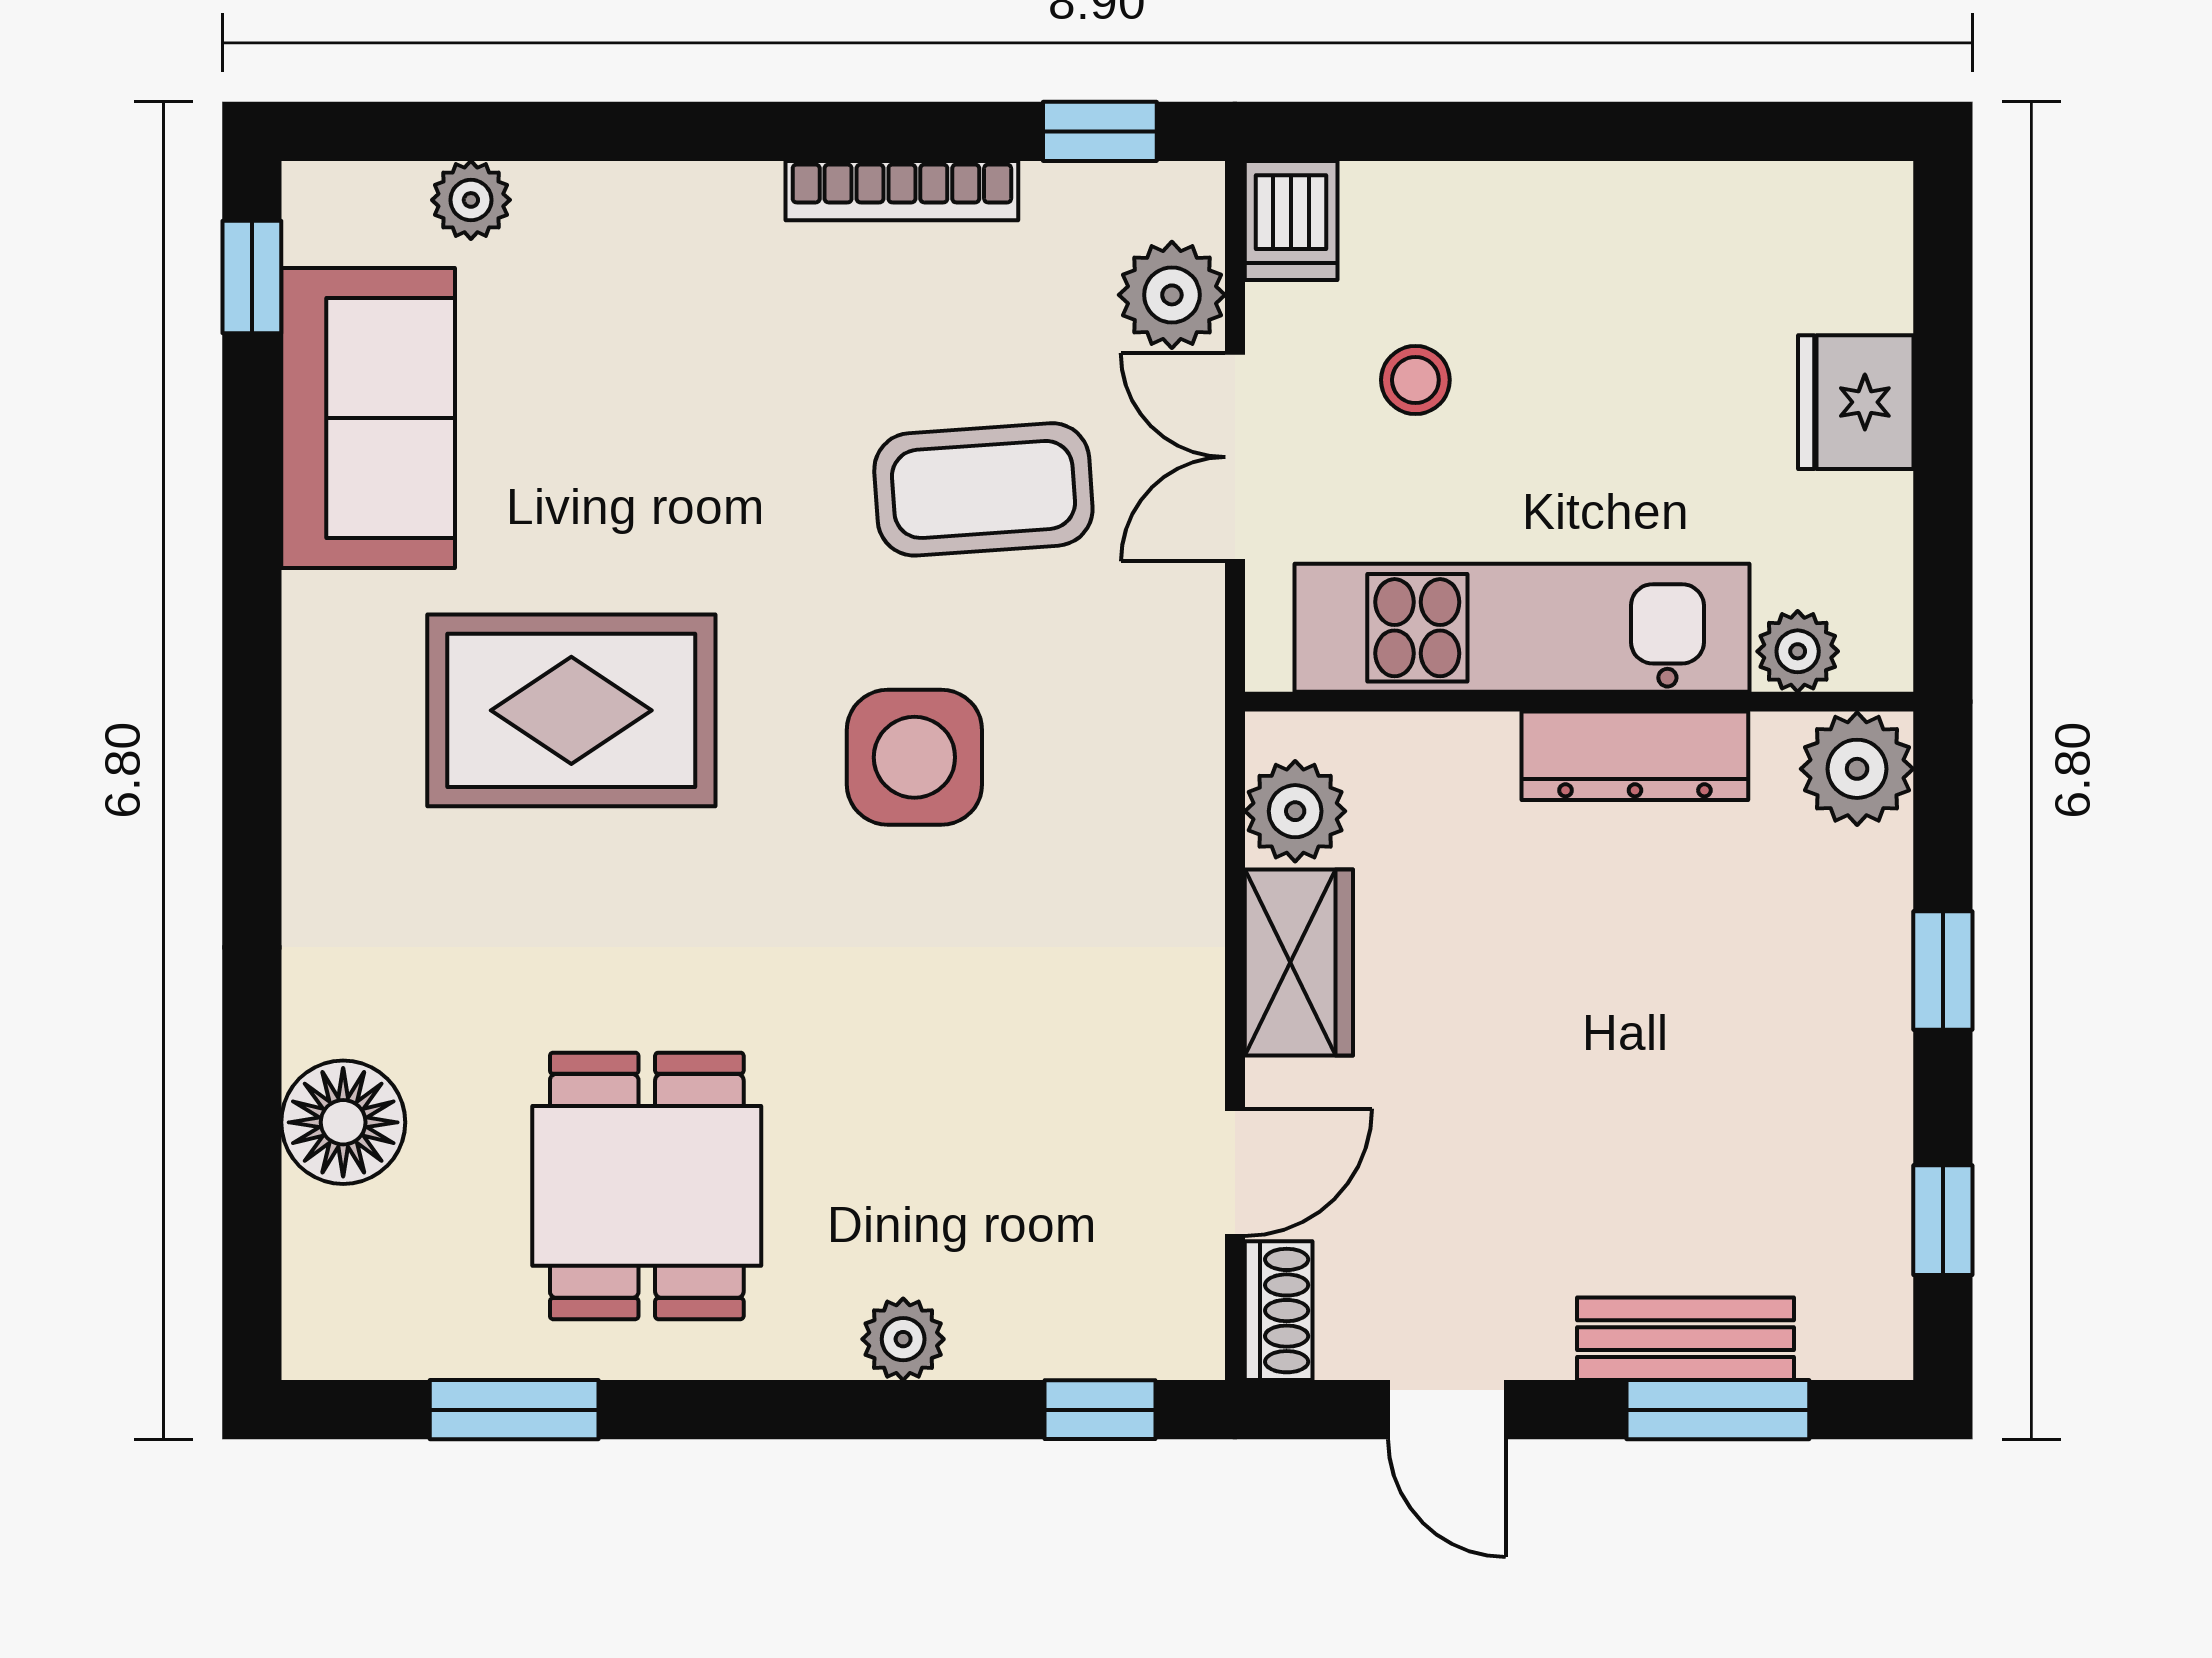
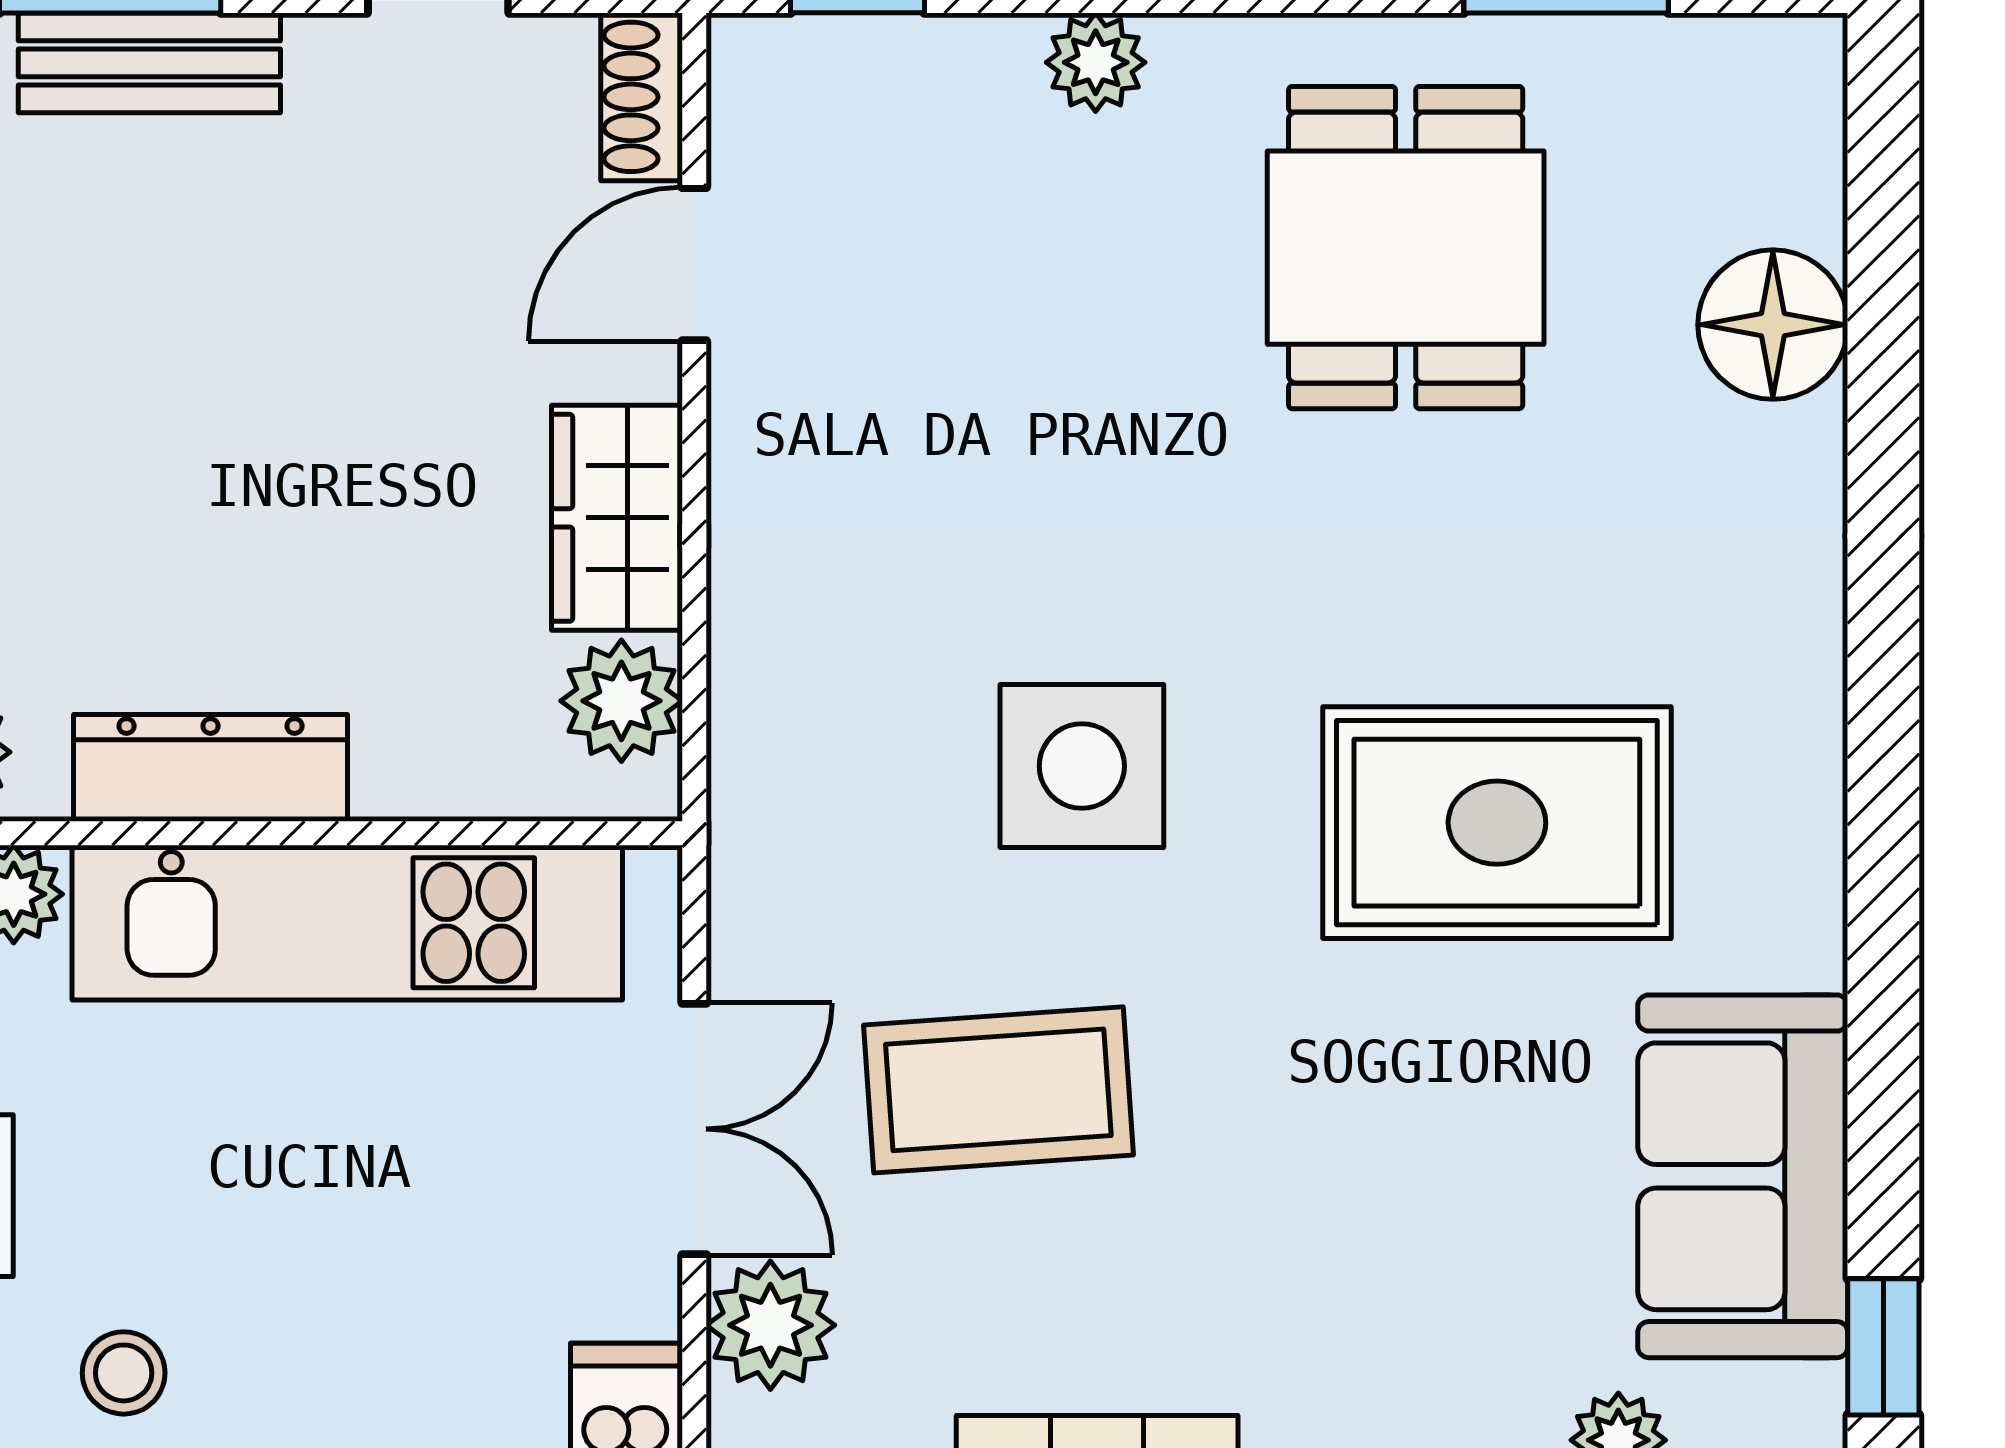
stool: (1415, 380) -> (124, 1373), moved

